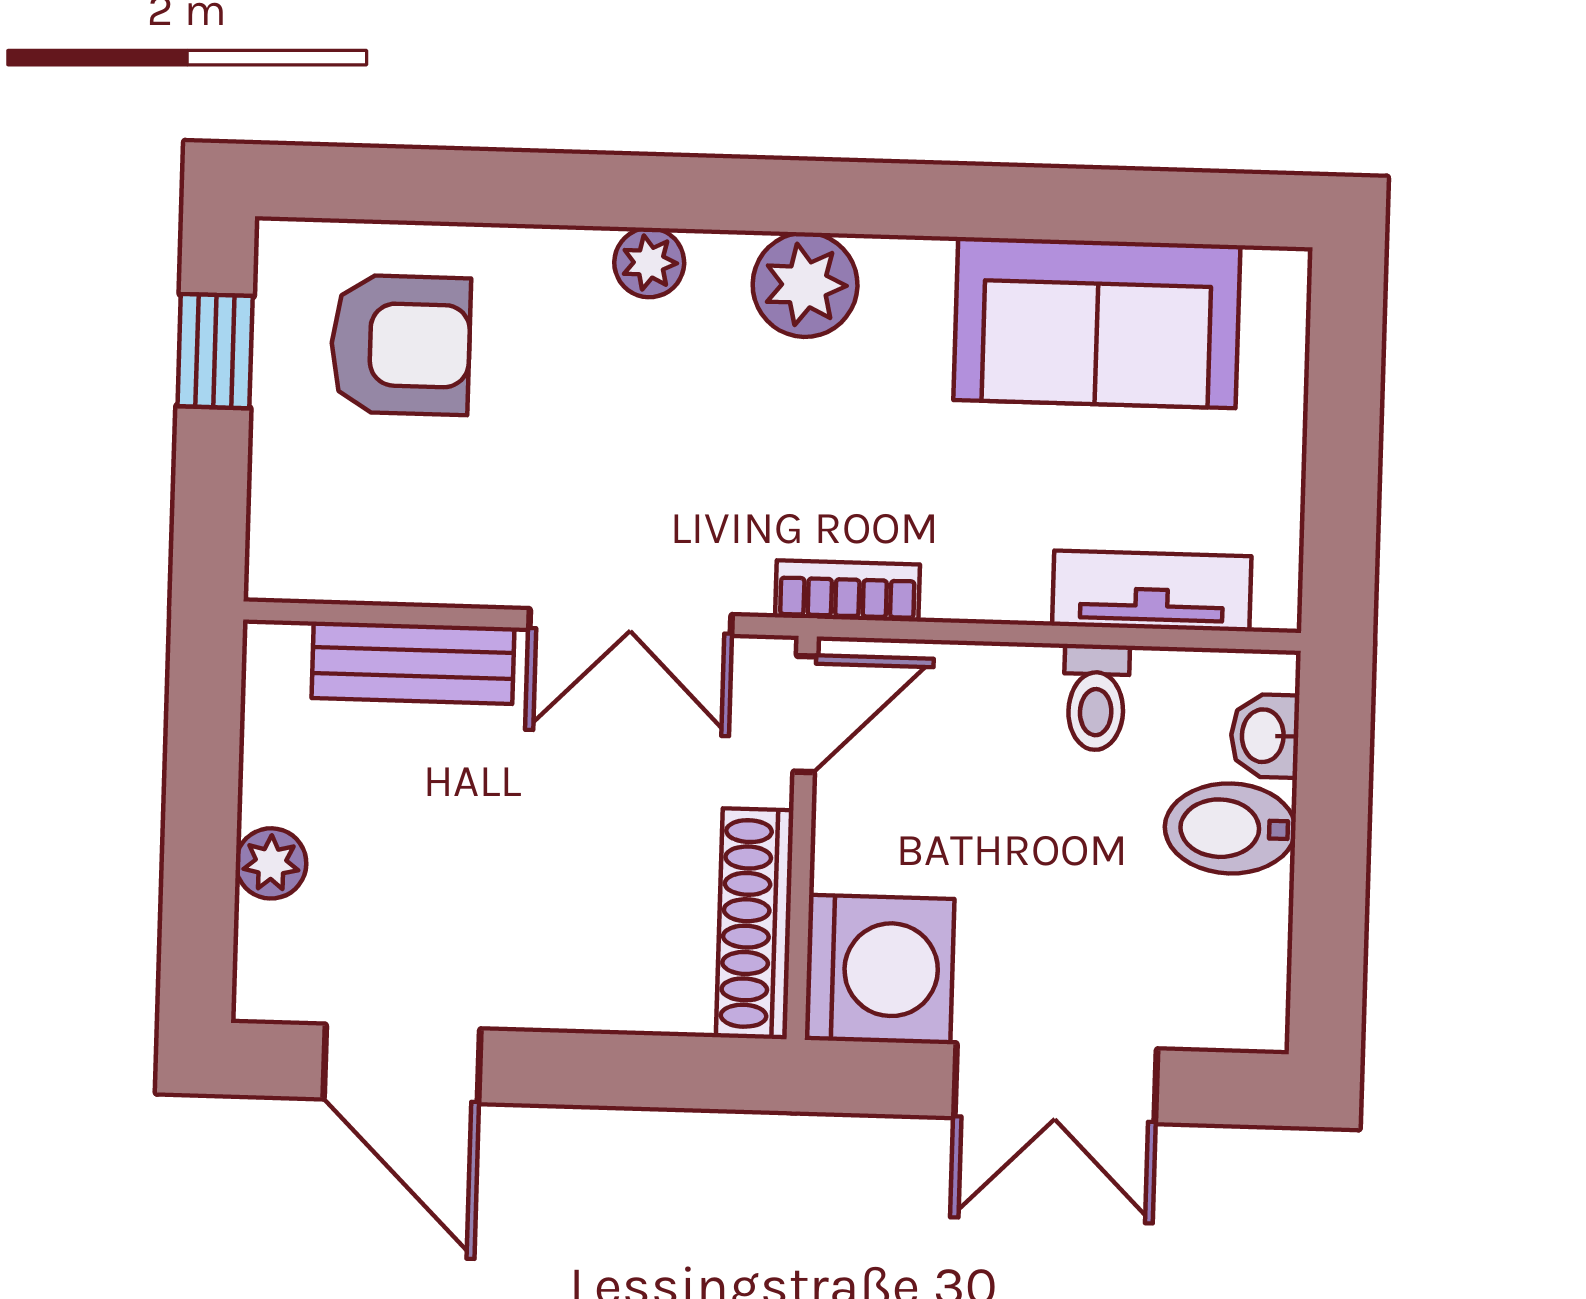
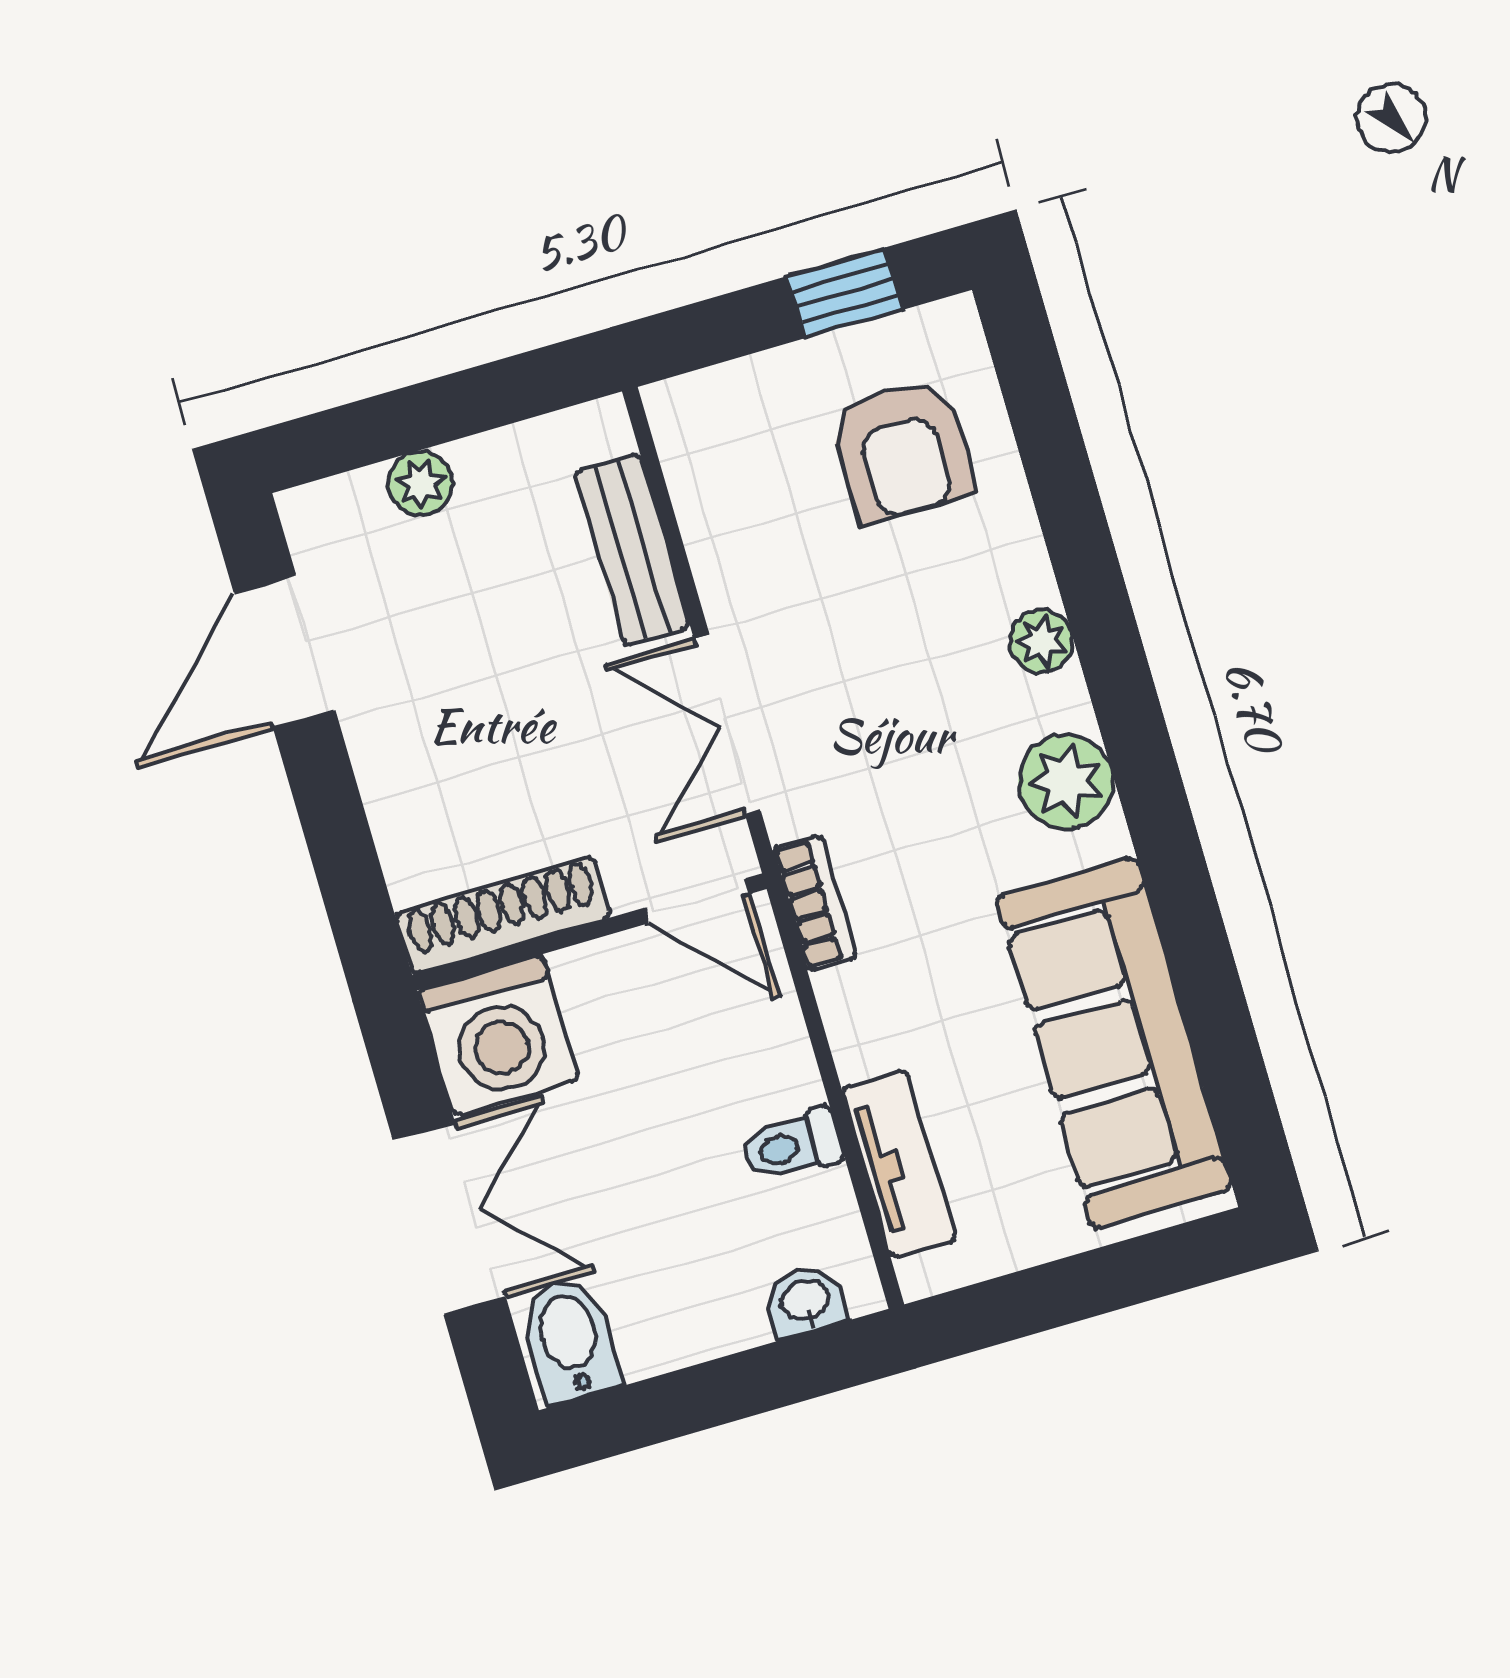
sofa: (1097, 323) -> (1114, 1043), width x1.36
bidet: (1230, 828) -> (570, 1340), moved
double door: (1056, 1083) -> (449, 1218), swing flipped

